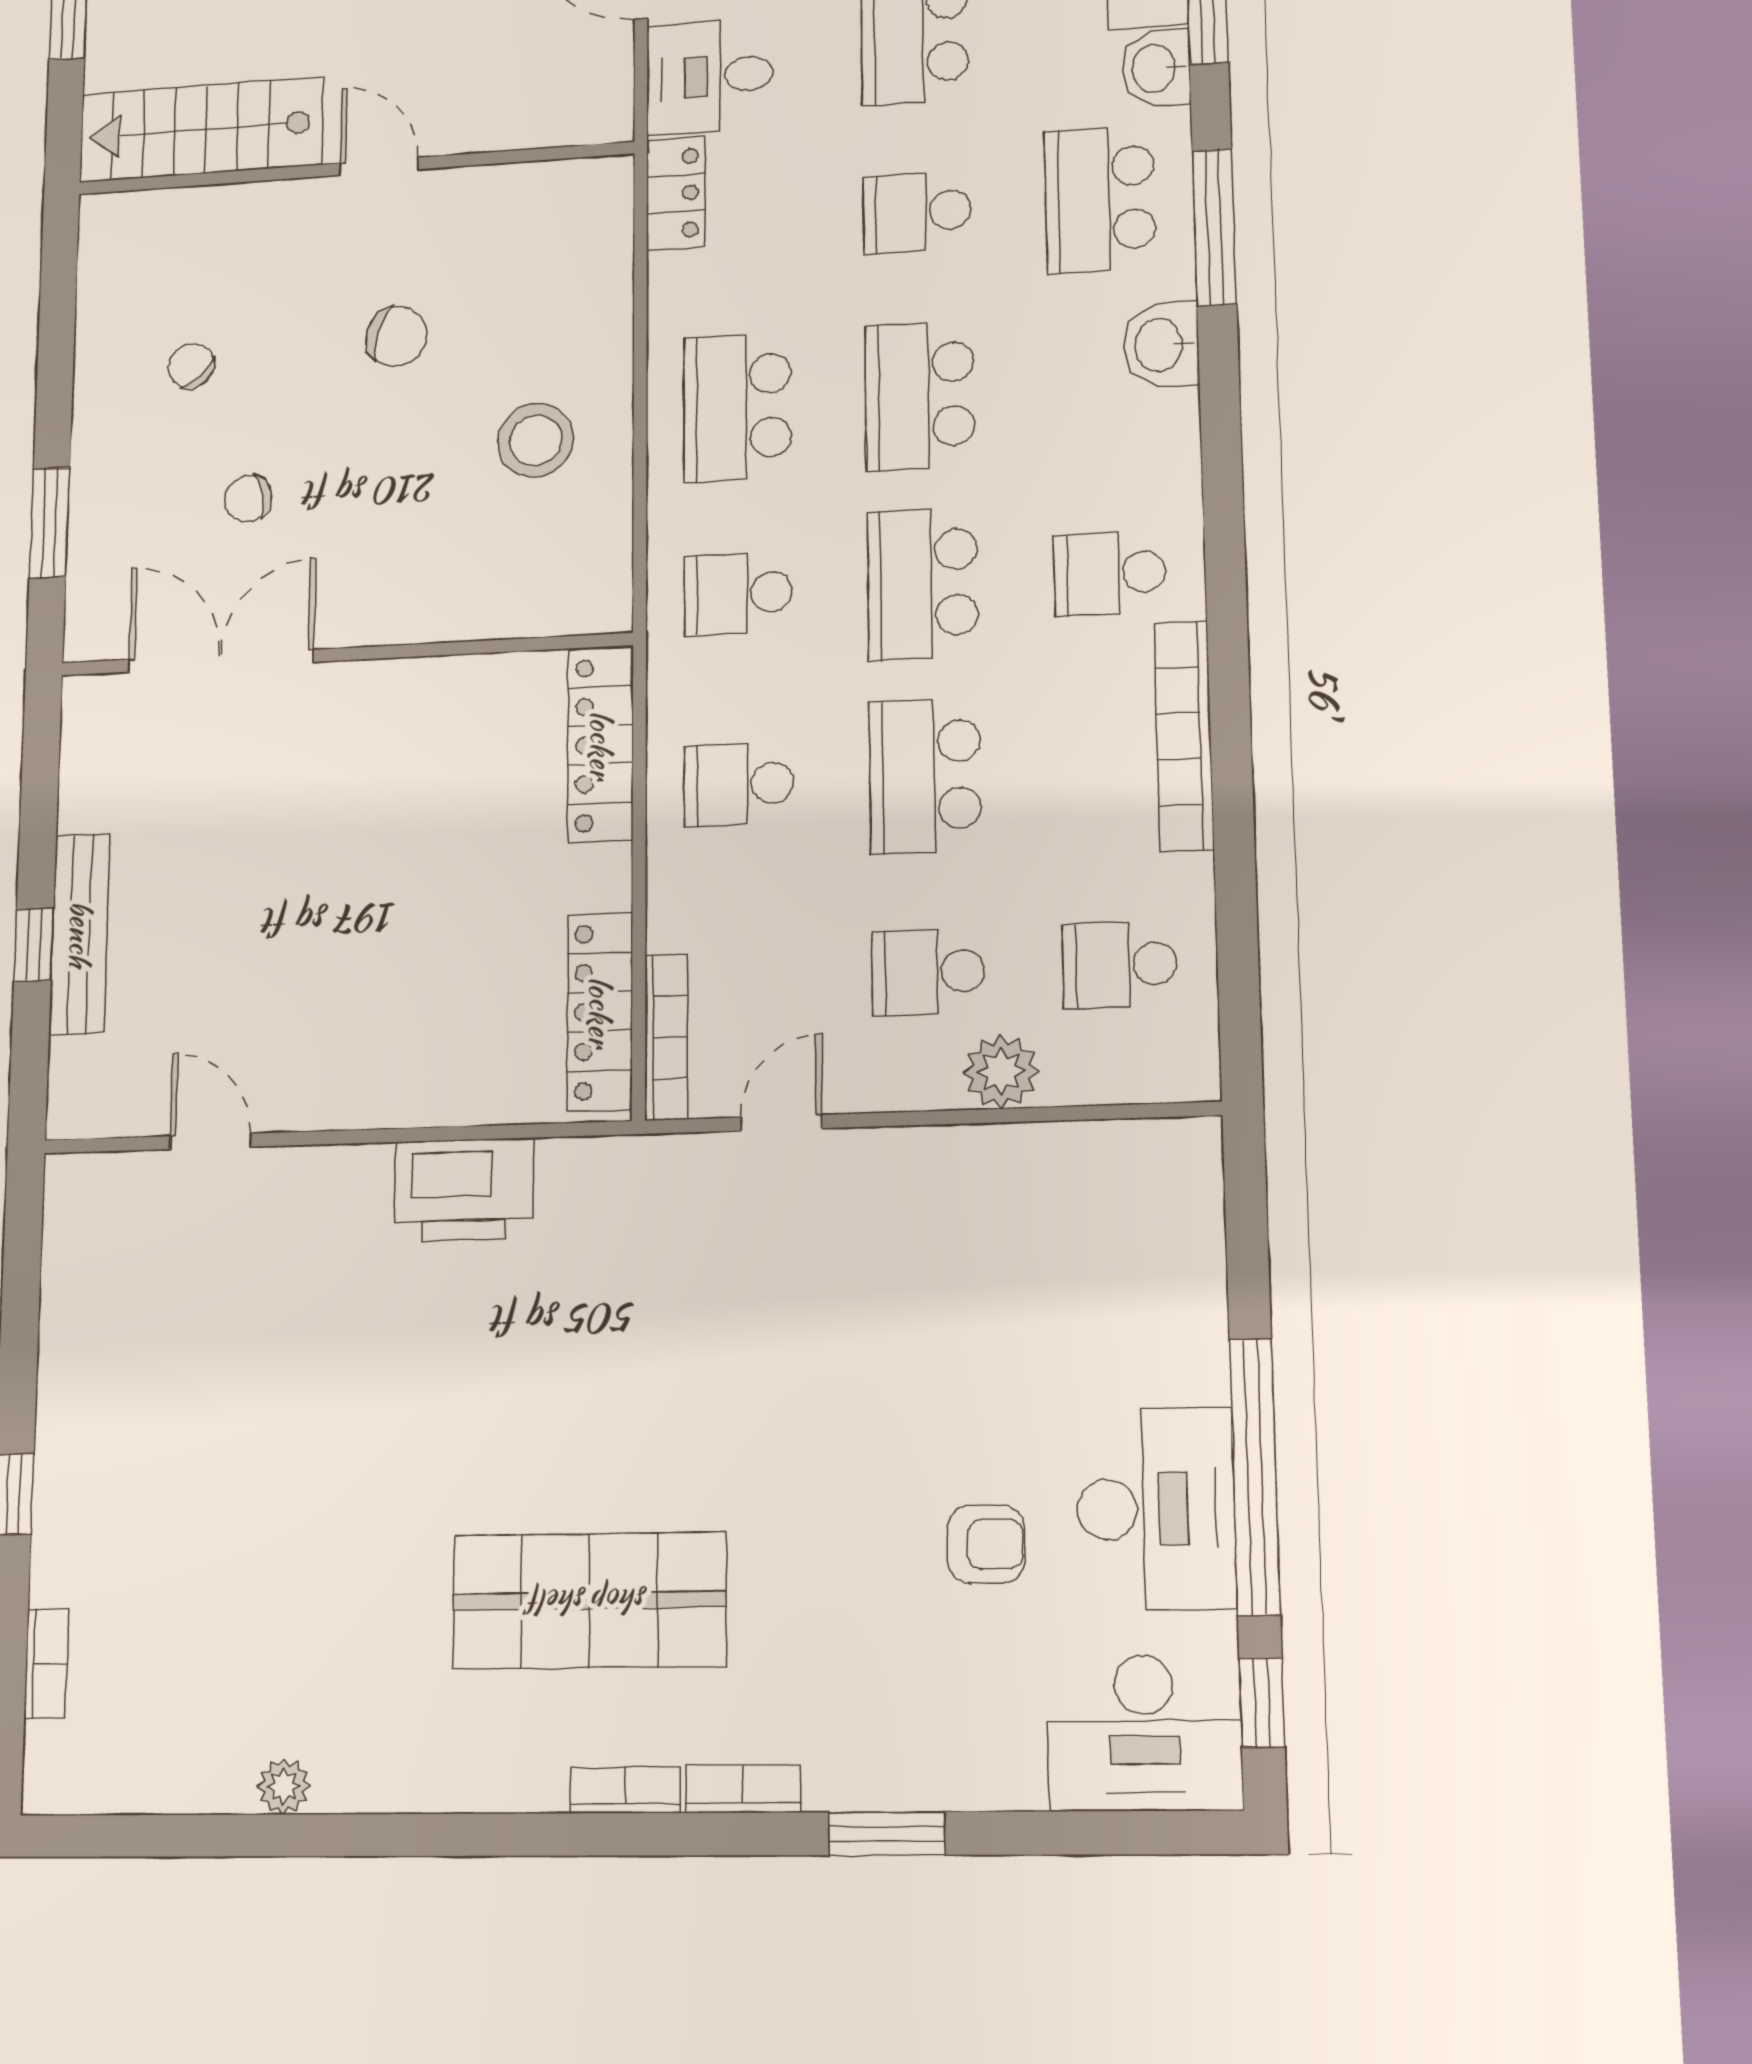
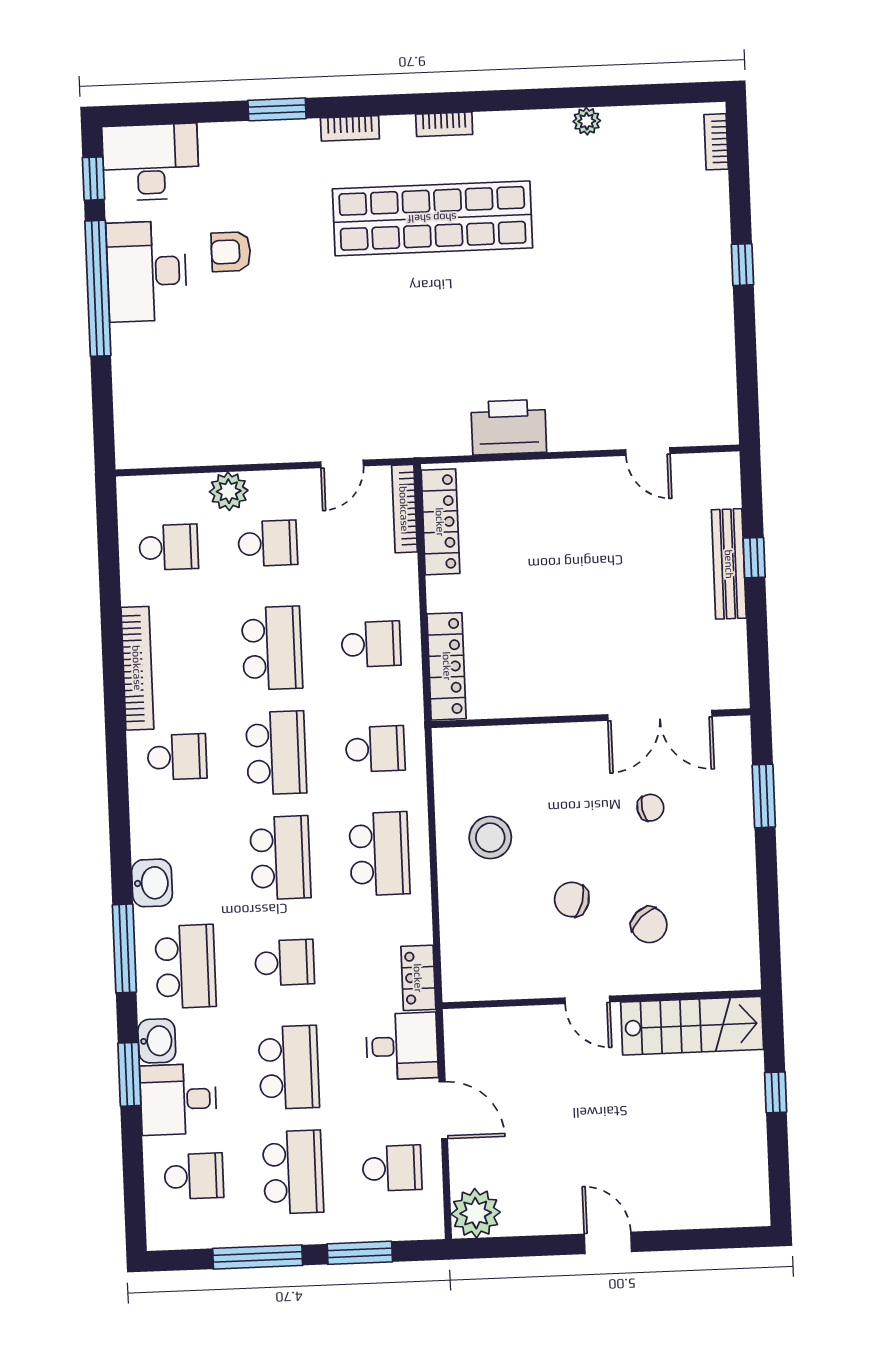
chair: (191, 366) -> (649, 925), moved, width x1.37, depth x1.37
shop shelf: (589, 1601) -> (432, 218), width x1.40
bookcase: (46, 1664) -> (716, 142), moved
bookcase: (625, 1790) -> (444, 124), moved

